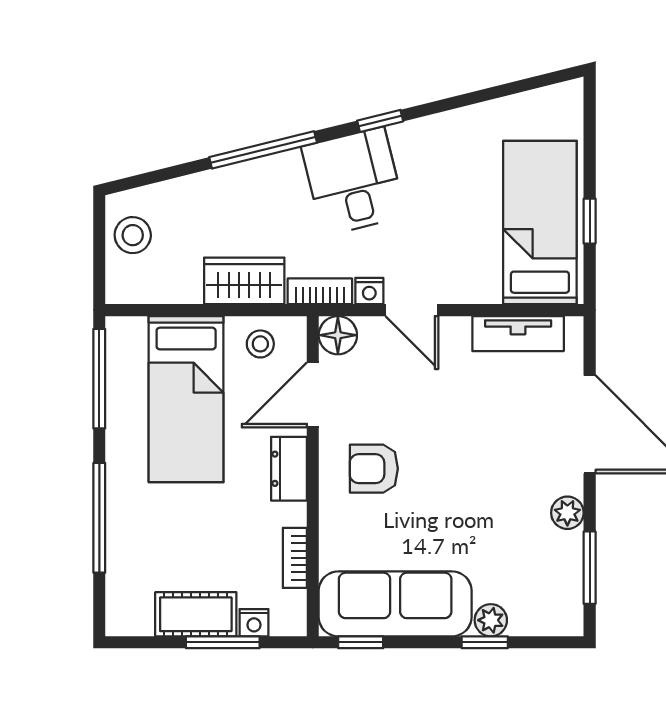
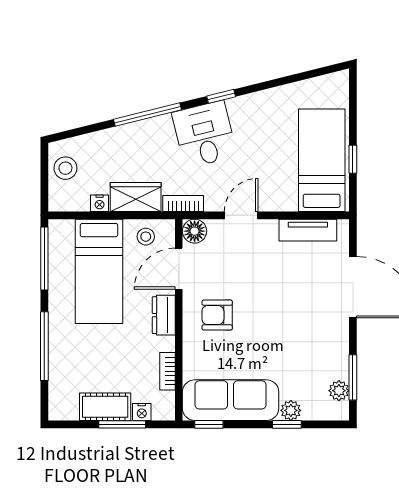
nightstand: (369, 291) -> (100, 203), moved
door: (412, 310) -> (241, 215), swing flipped
plant: (567, 513) -> (339, 391), moved

